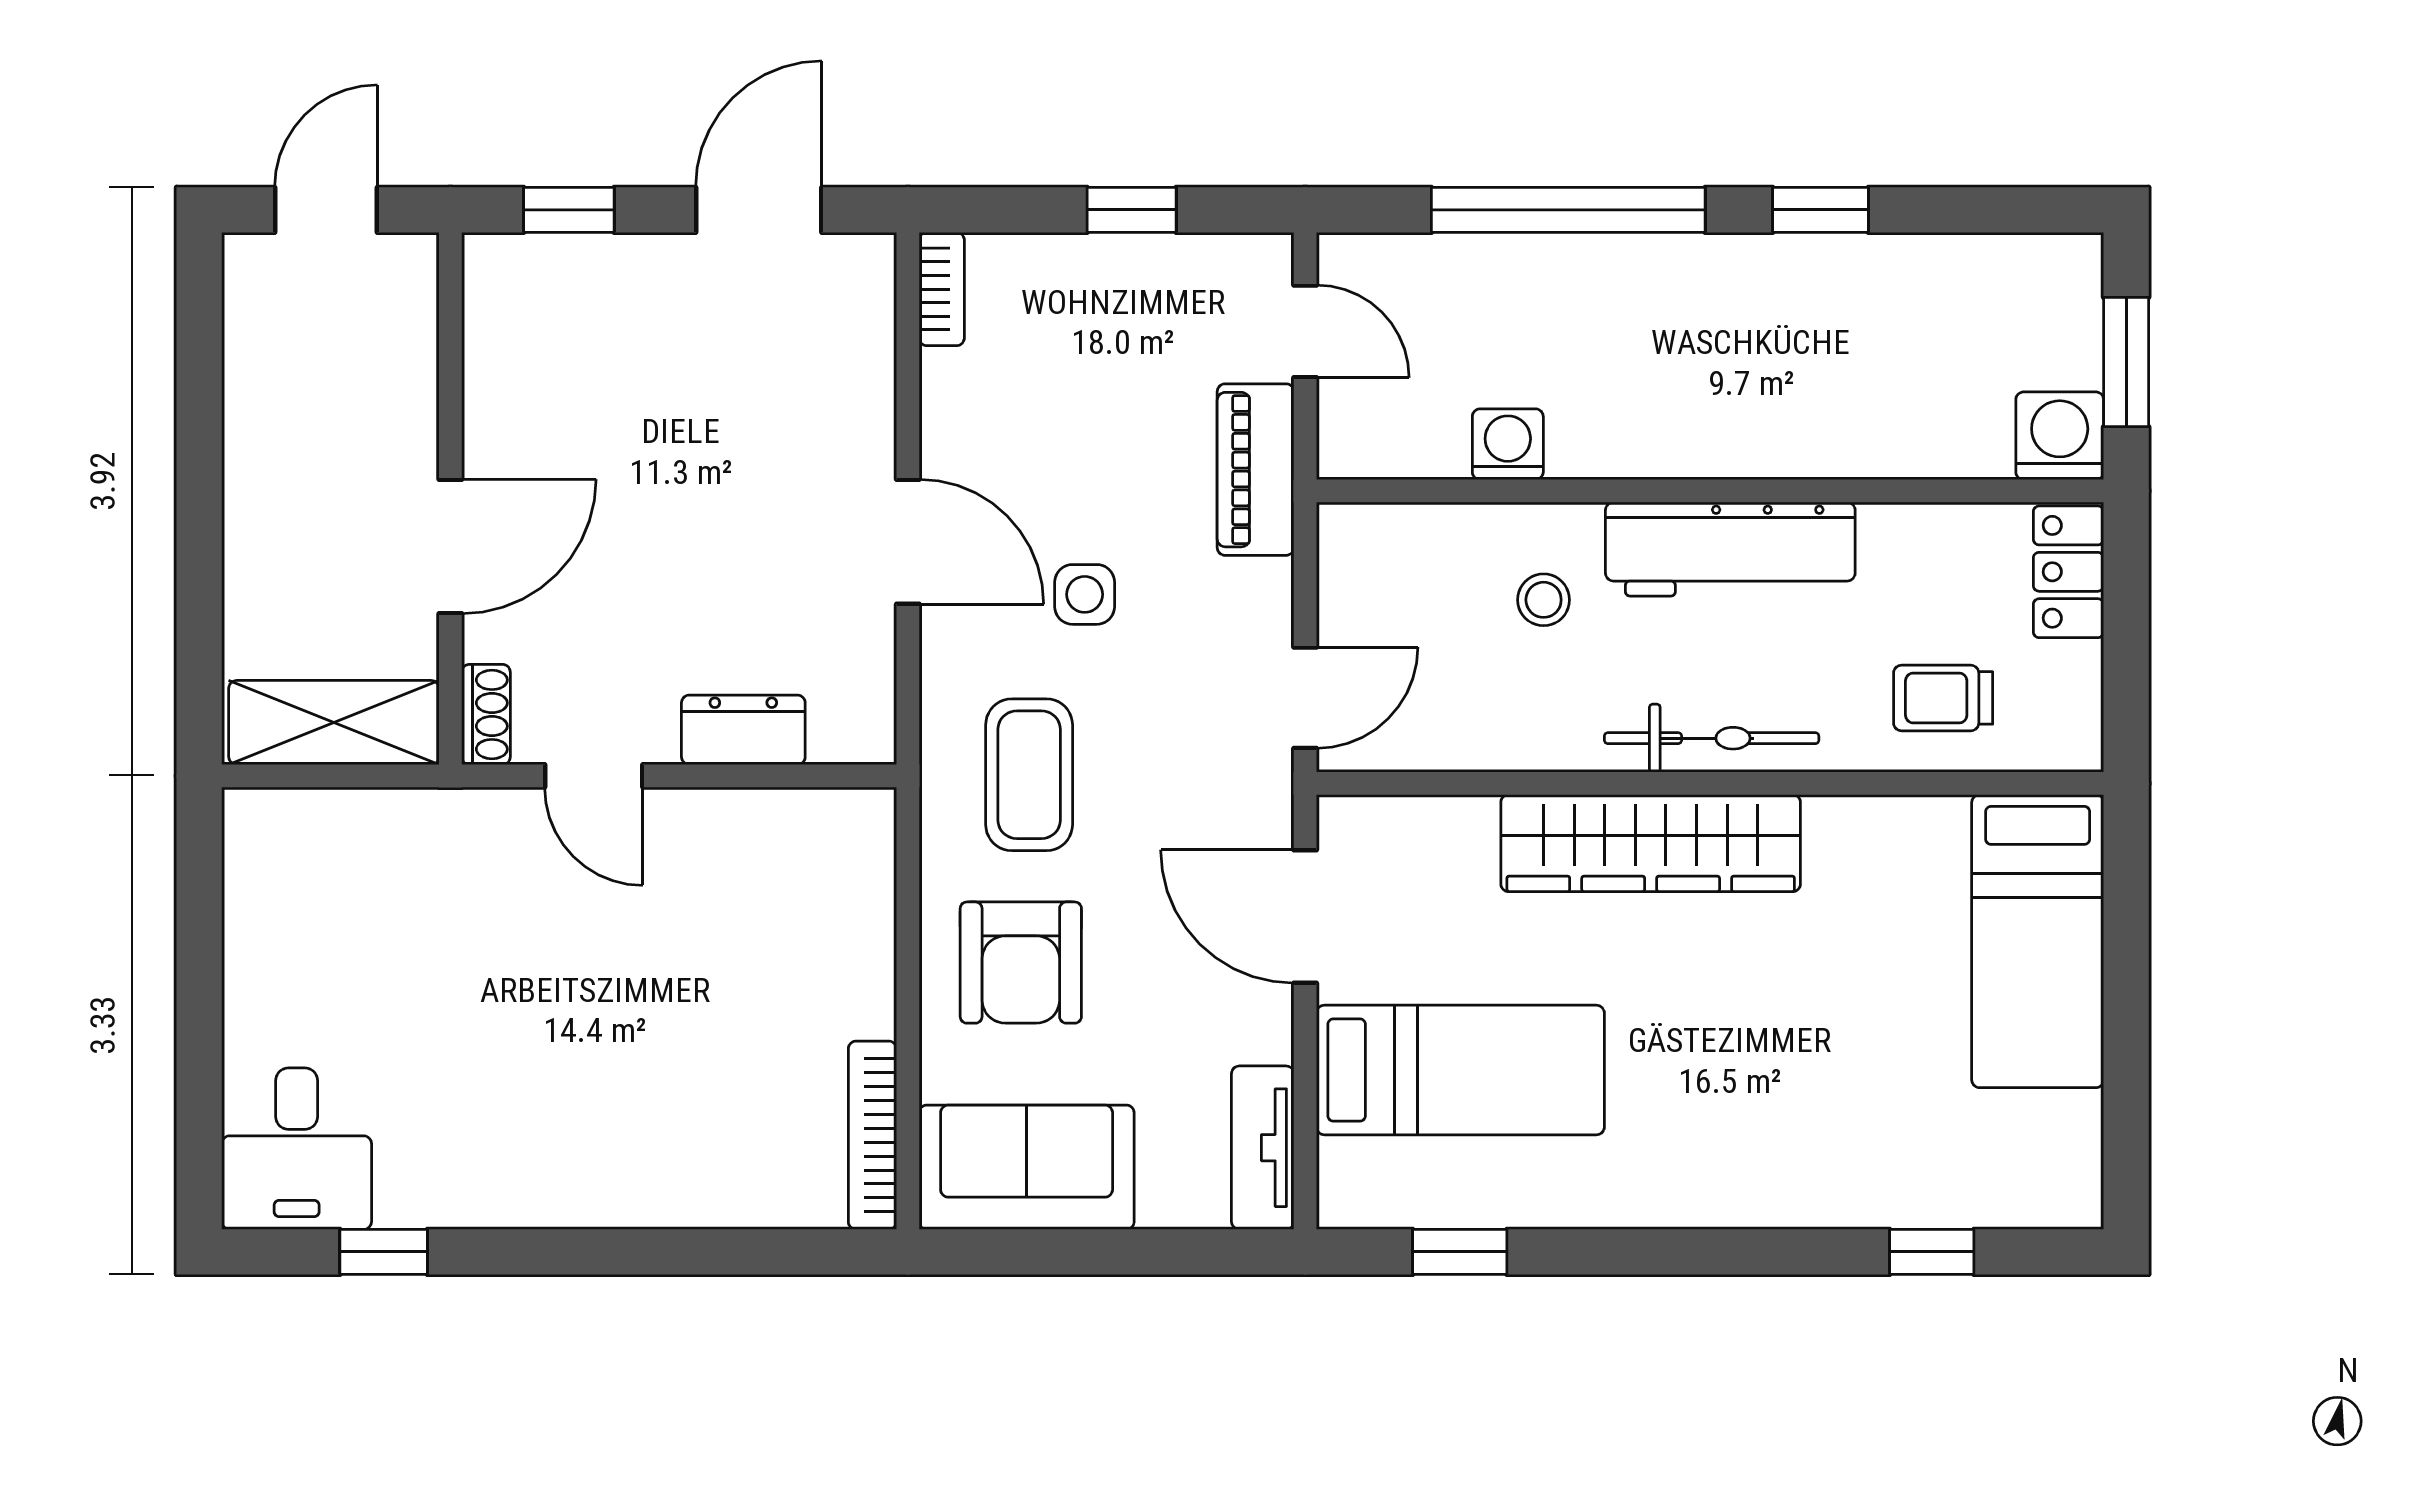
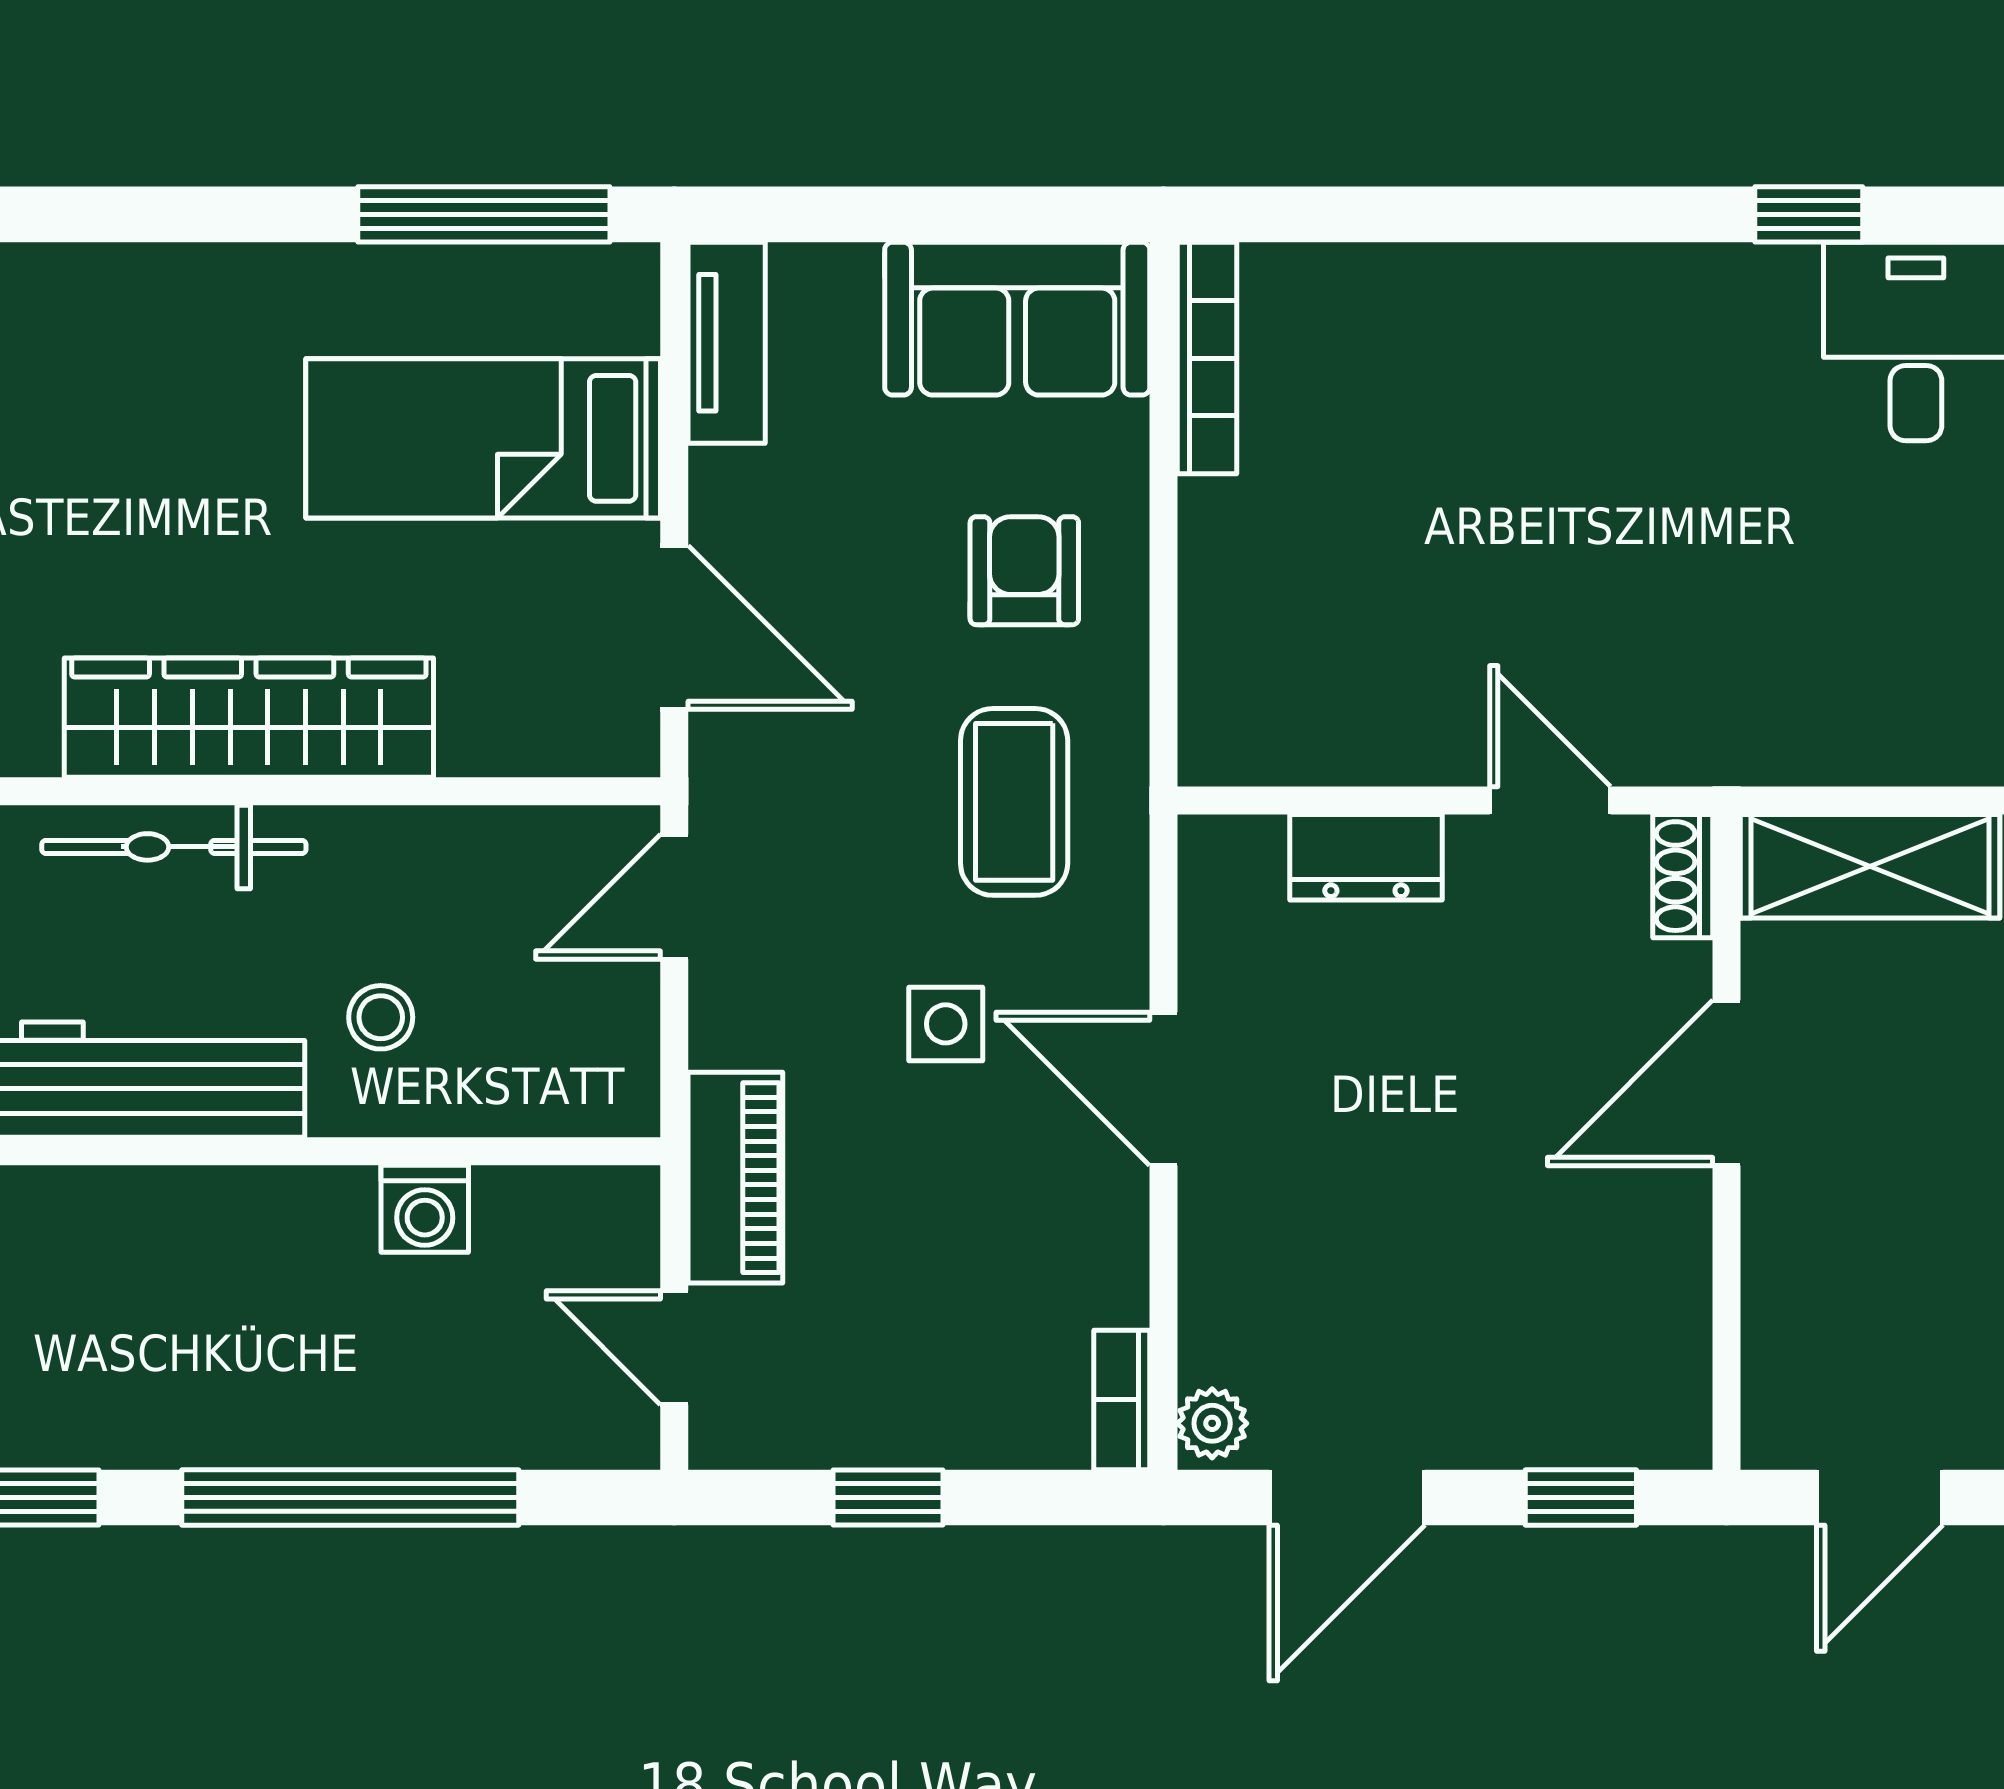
plant: (868, 270) -> (1212, 1423), added
armchair: (1021, 963) -> (1024, 571), width x0.72, depth x0.72
window: (1460, 1252) -> (484, 214), width x2.17

